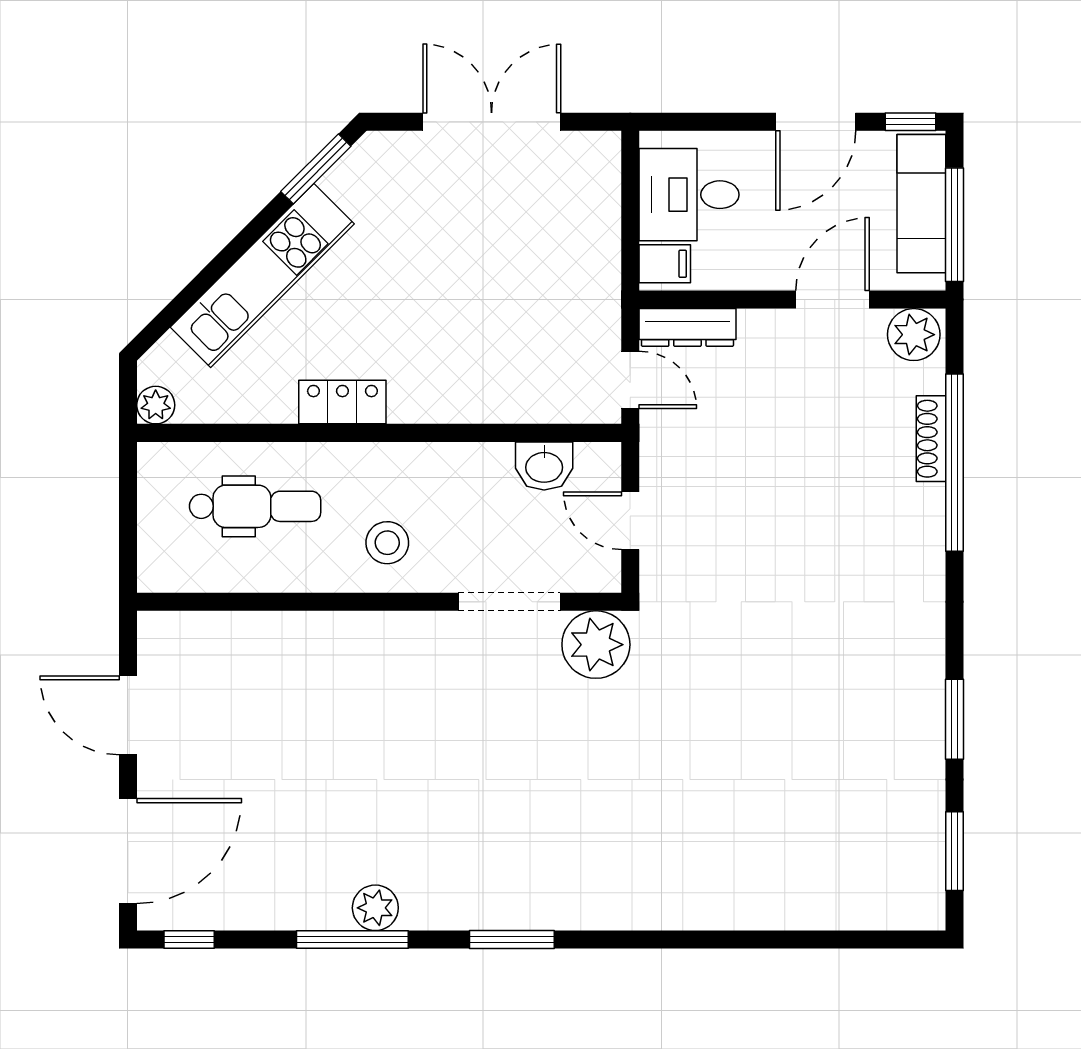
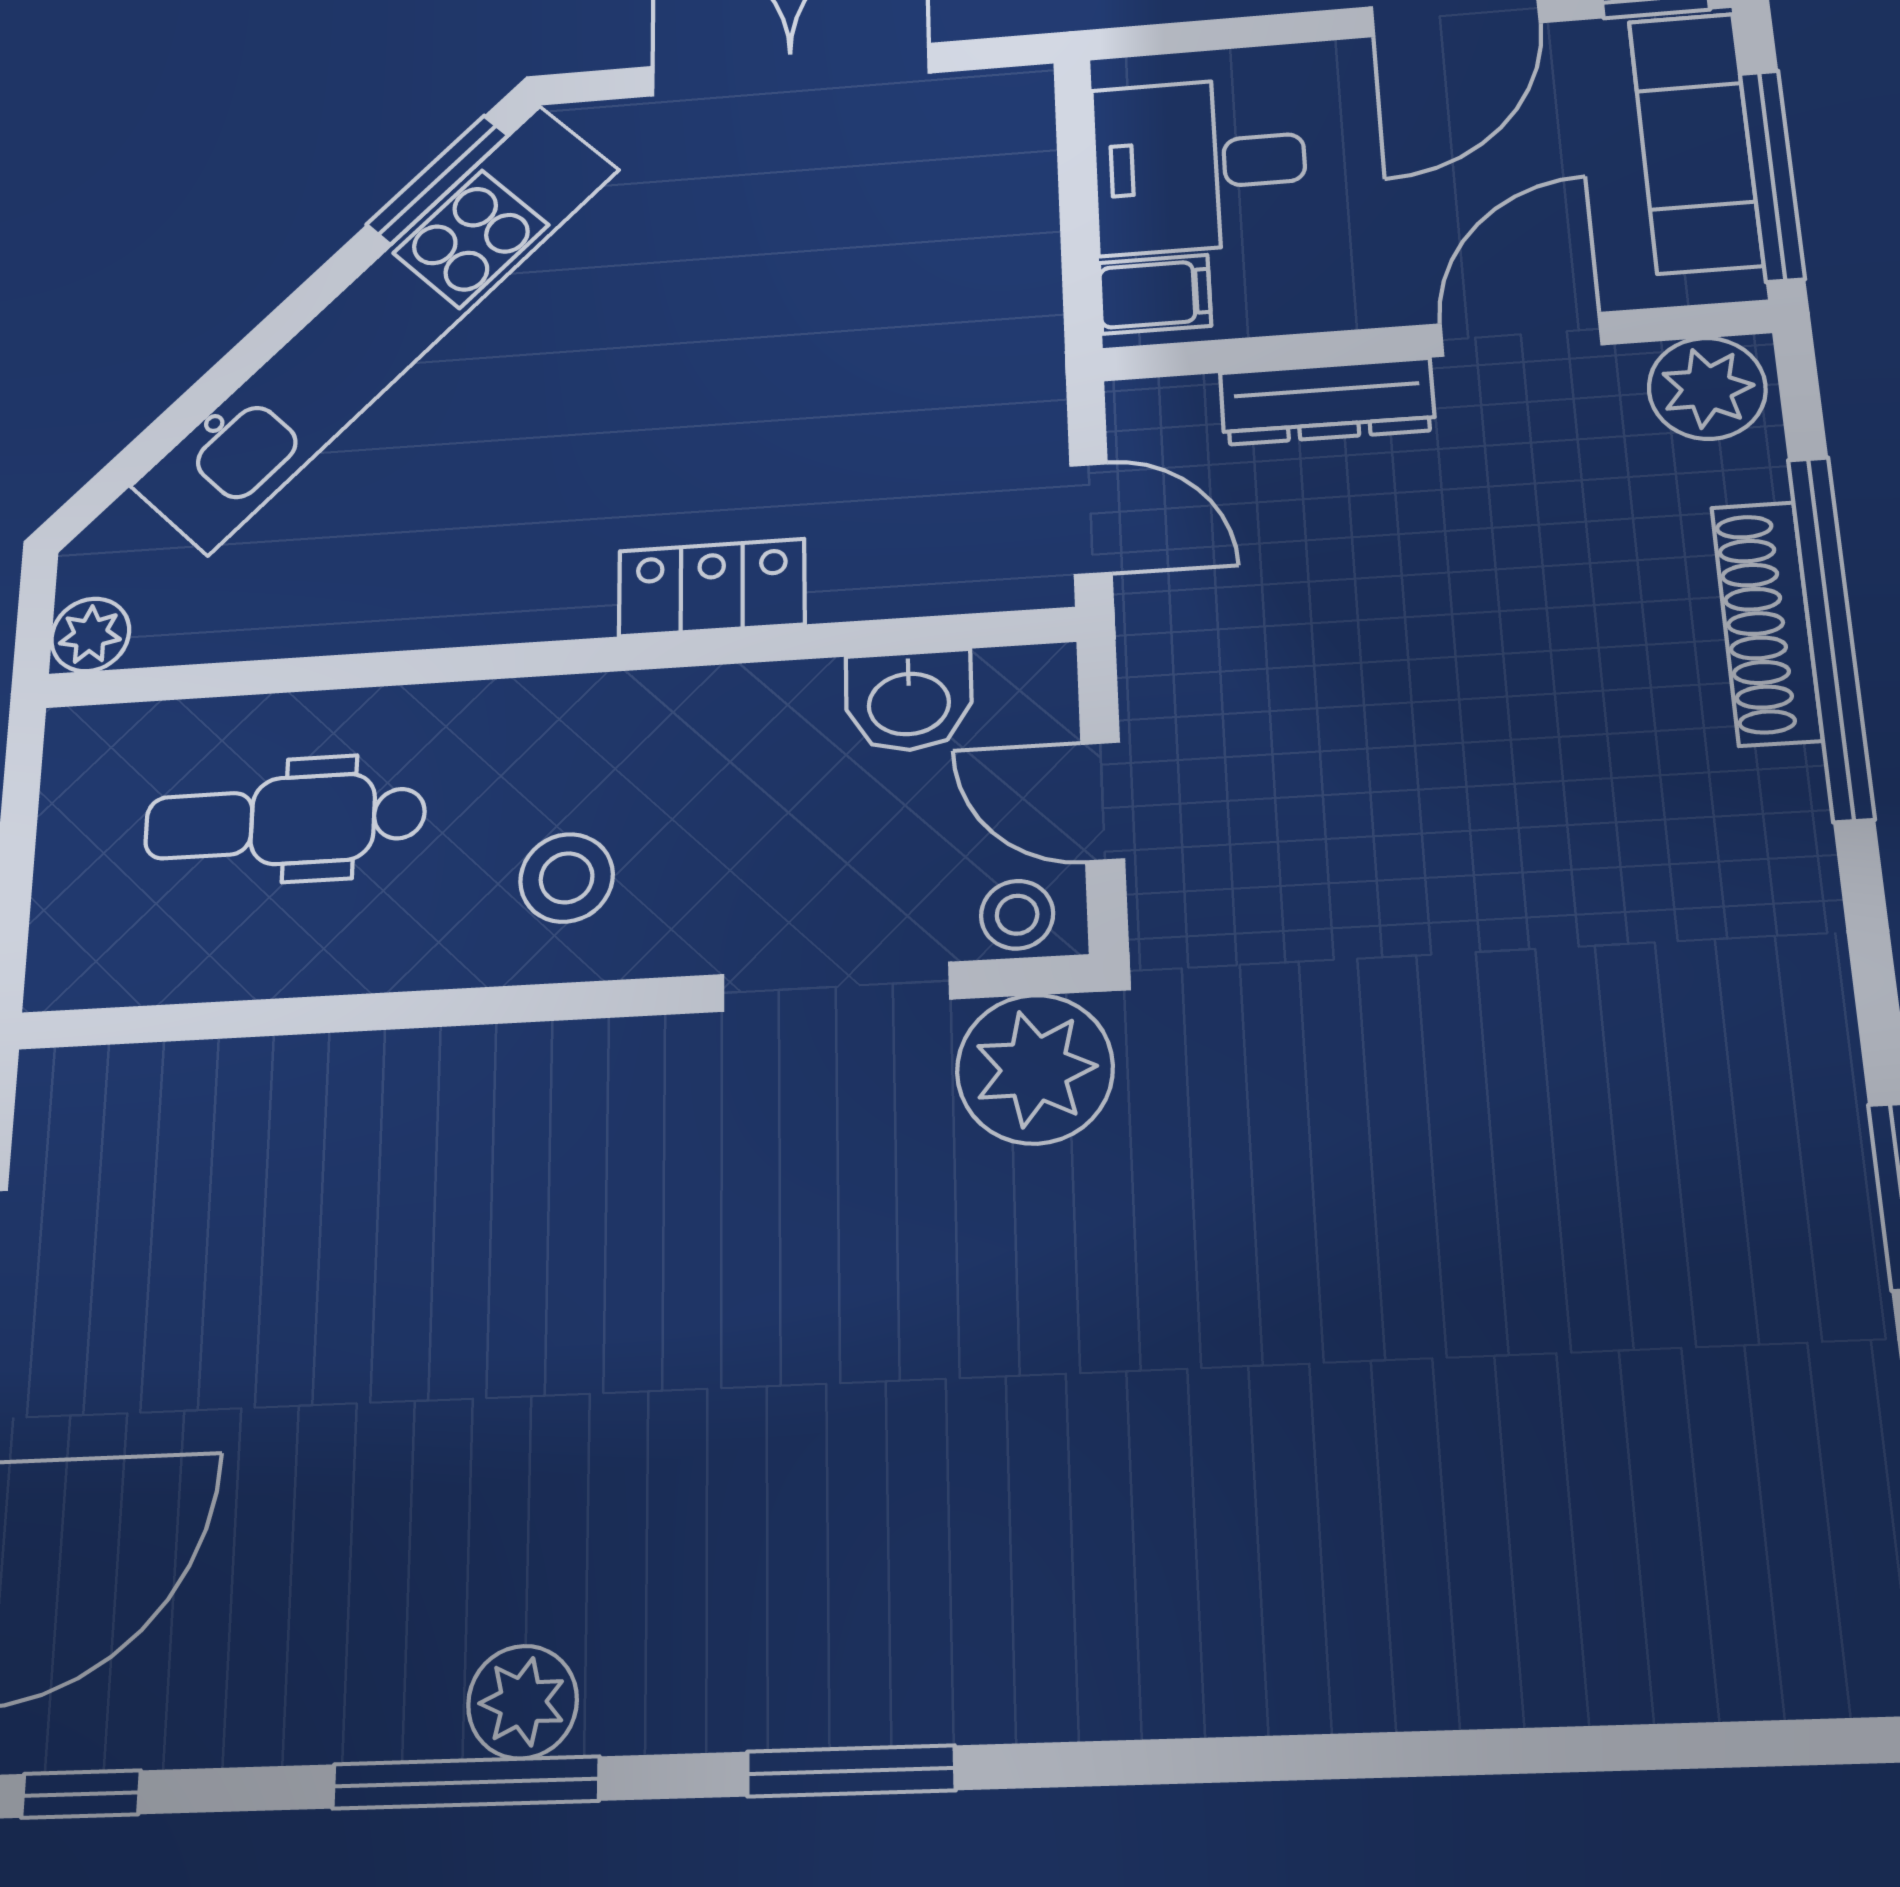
kitchen unit: (262, 276) -> (377, 327), width x1.36
dresser: (687, 327) -> (1327, 401), moved
locker: (342, 402) -> (712, 588), moved
shoe rack: (931, 439) -> (1766, 623), width x1.36, depth x1.24
dental chair: (255, 506) -> (285, 821), turned 180
stool: (590, 573) -> (1017, 915), added

